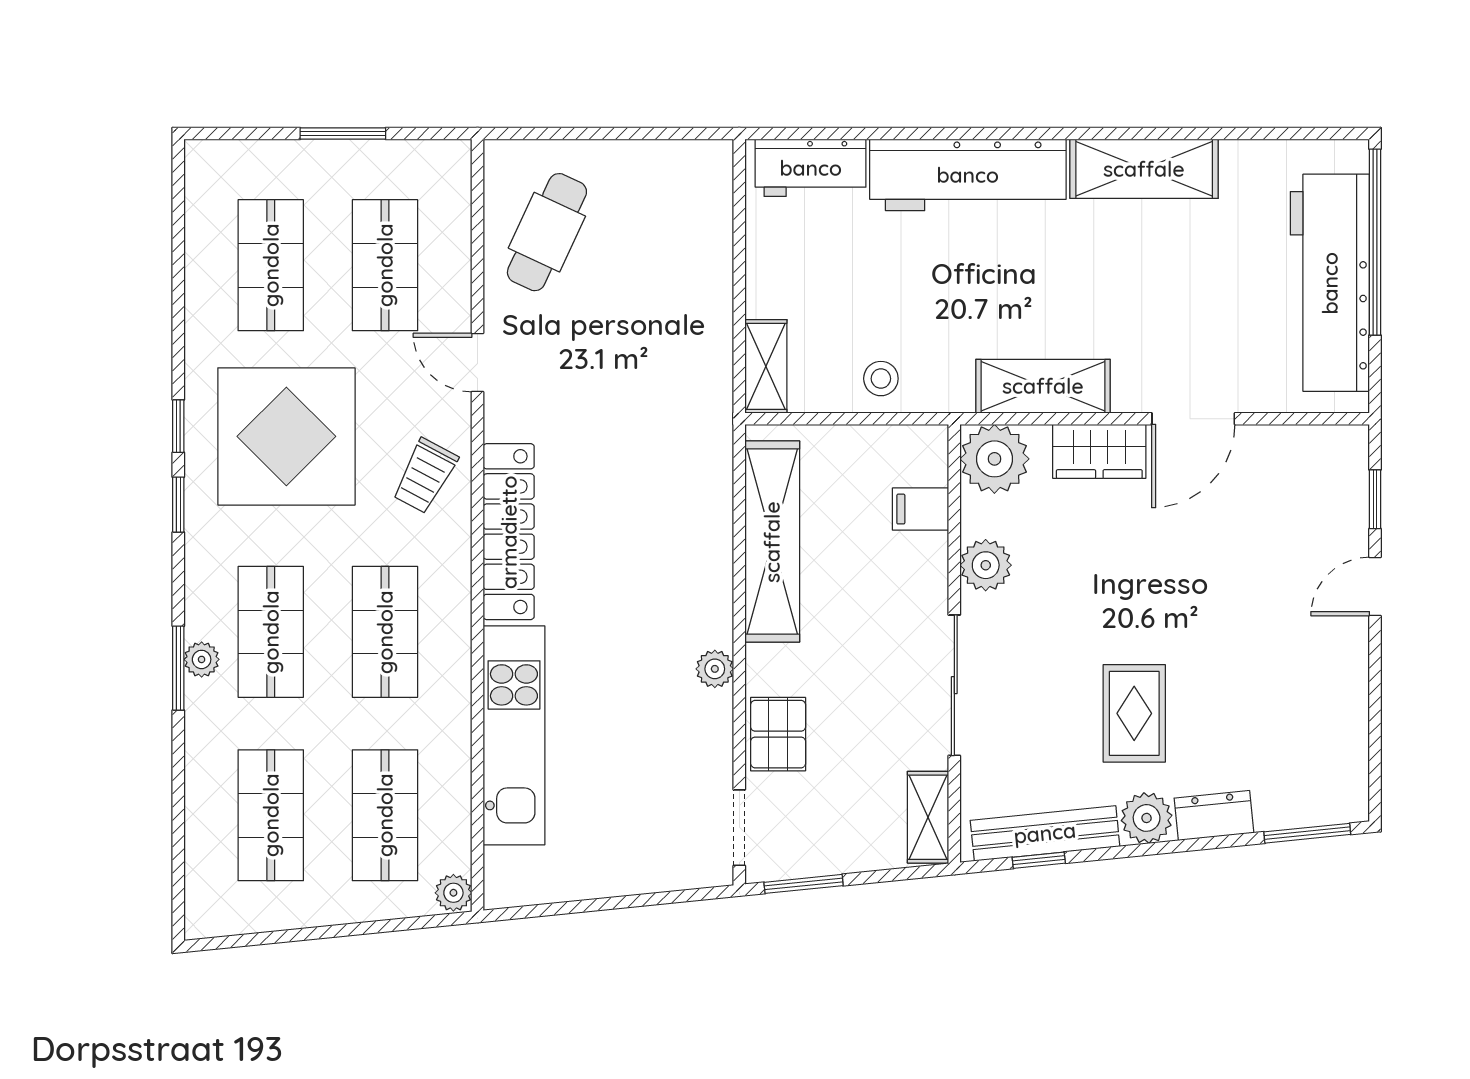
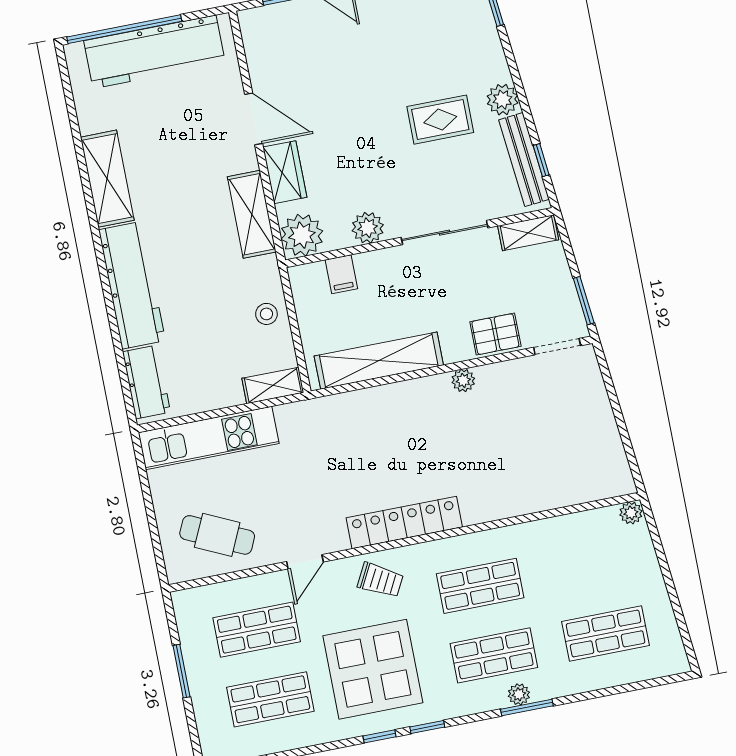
kitchen unit: (514, 735) -> (209, 438), moved, turned 180
shop shelf: (385, 815) -> (592, 564), removed
dresser: (1214, 815) -> (493, 59), removed

